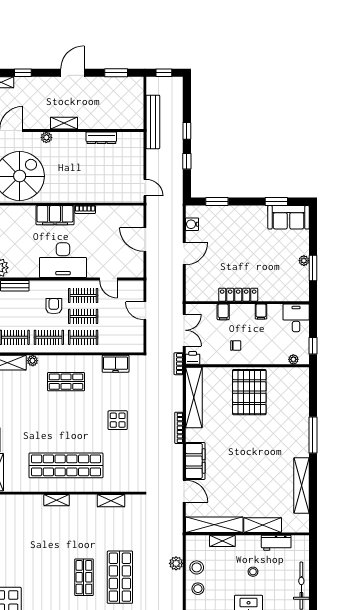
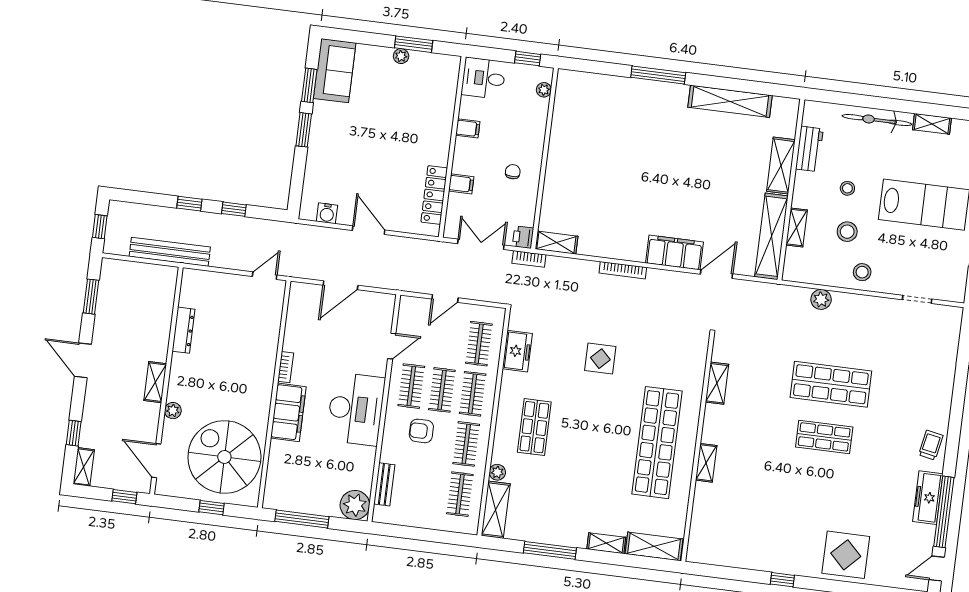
window: (217, 201) -> (304, 130), moved
locker: (238, 295) -> (434, 195), moved
clothes rail: (117, 337) -> (479, 344), added
pallet: (249, 392) -> (584, 160), removed
shelving: (194, 397) -> (556, 243), width x0.45, depth x0.75
stool: (197, 567) -> (847, 232), moved

